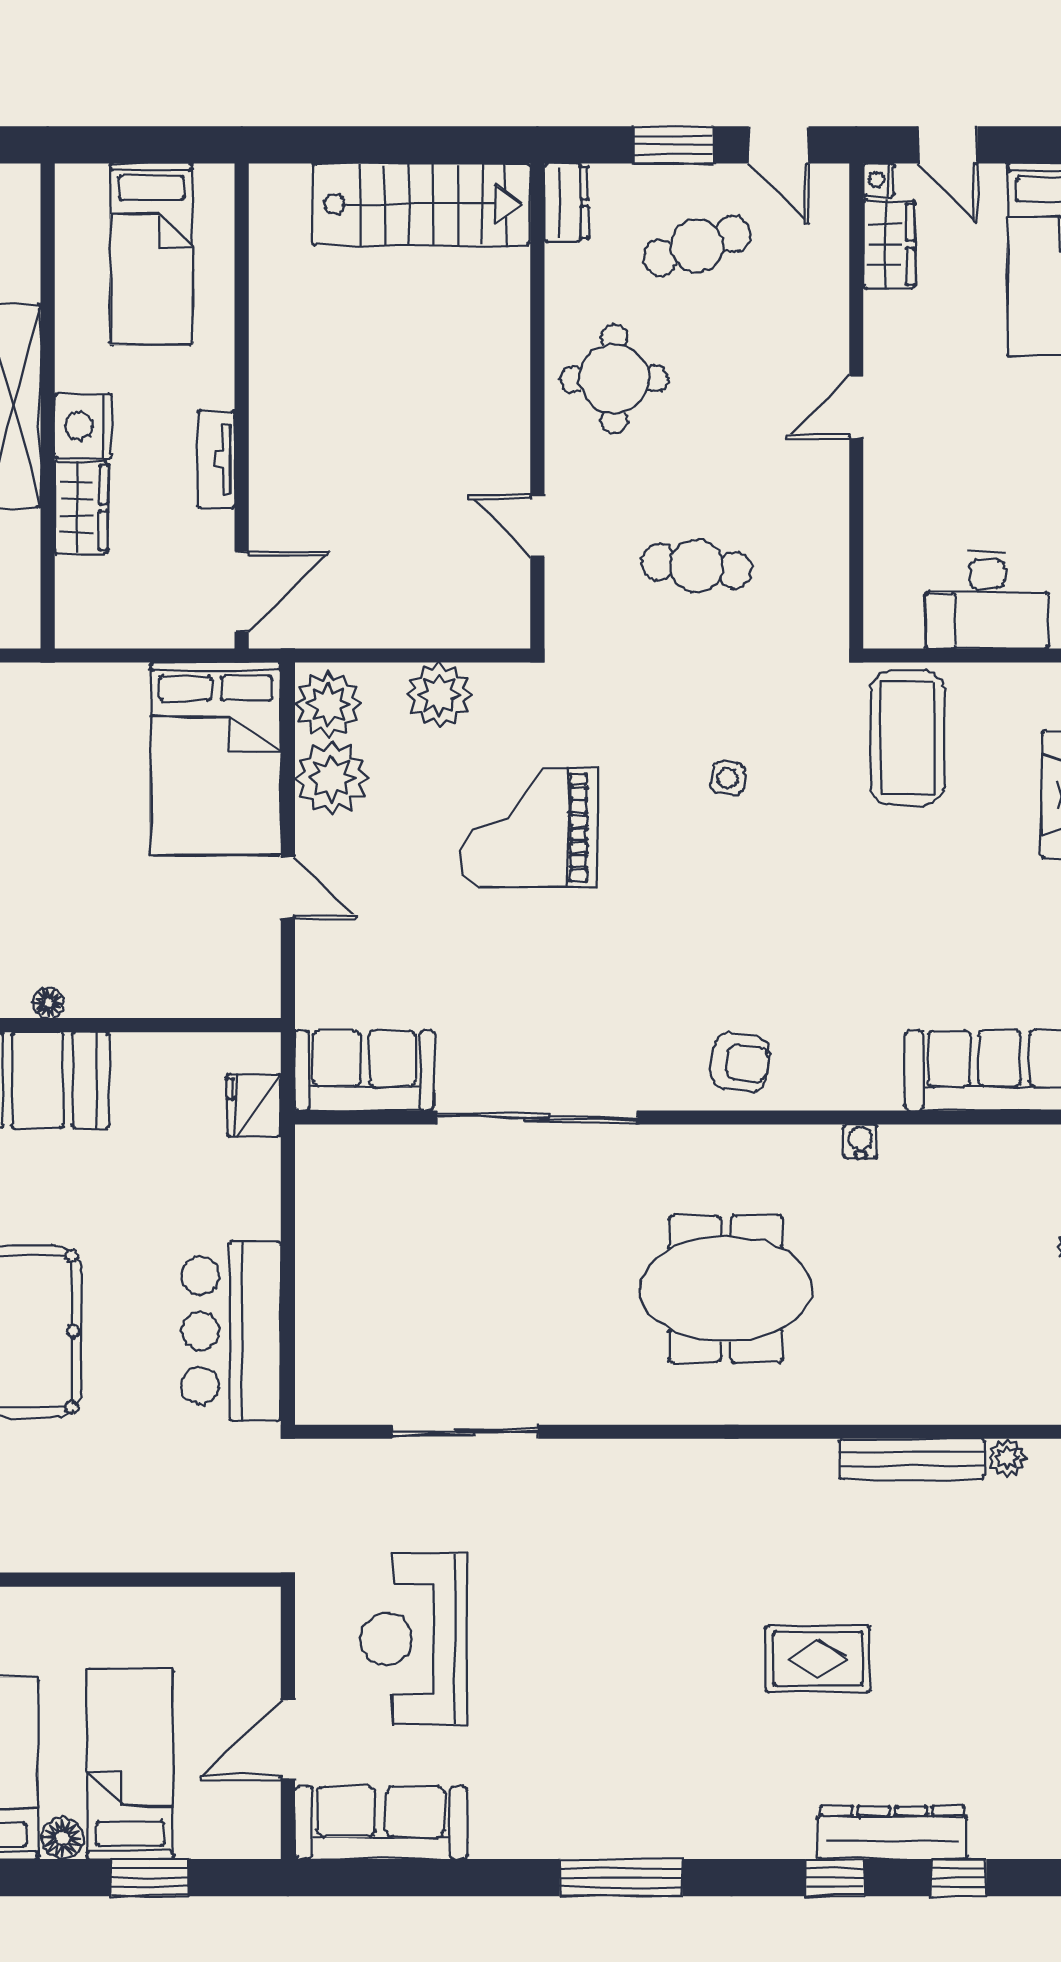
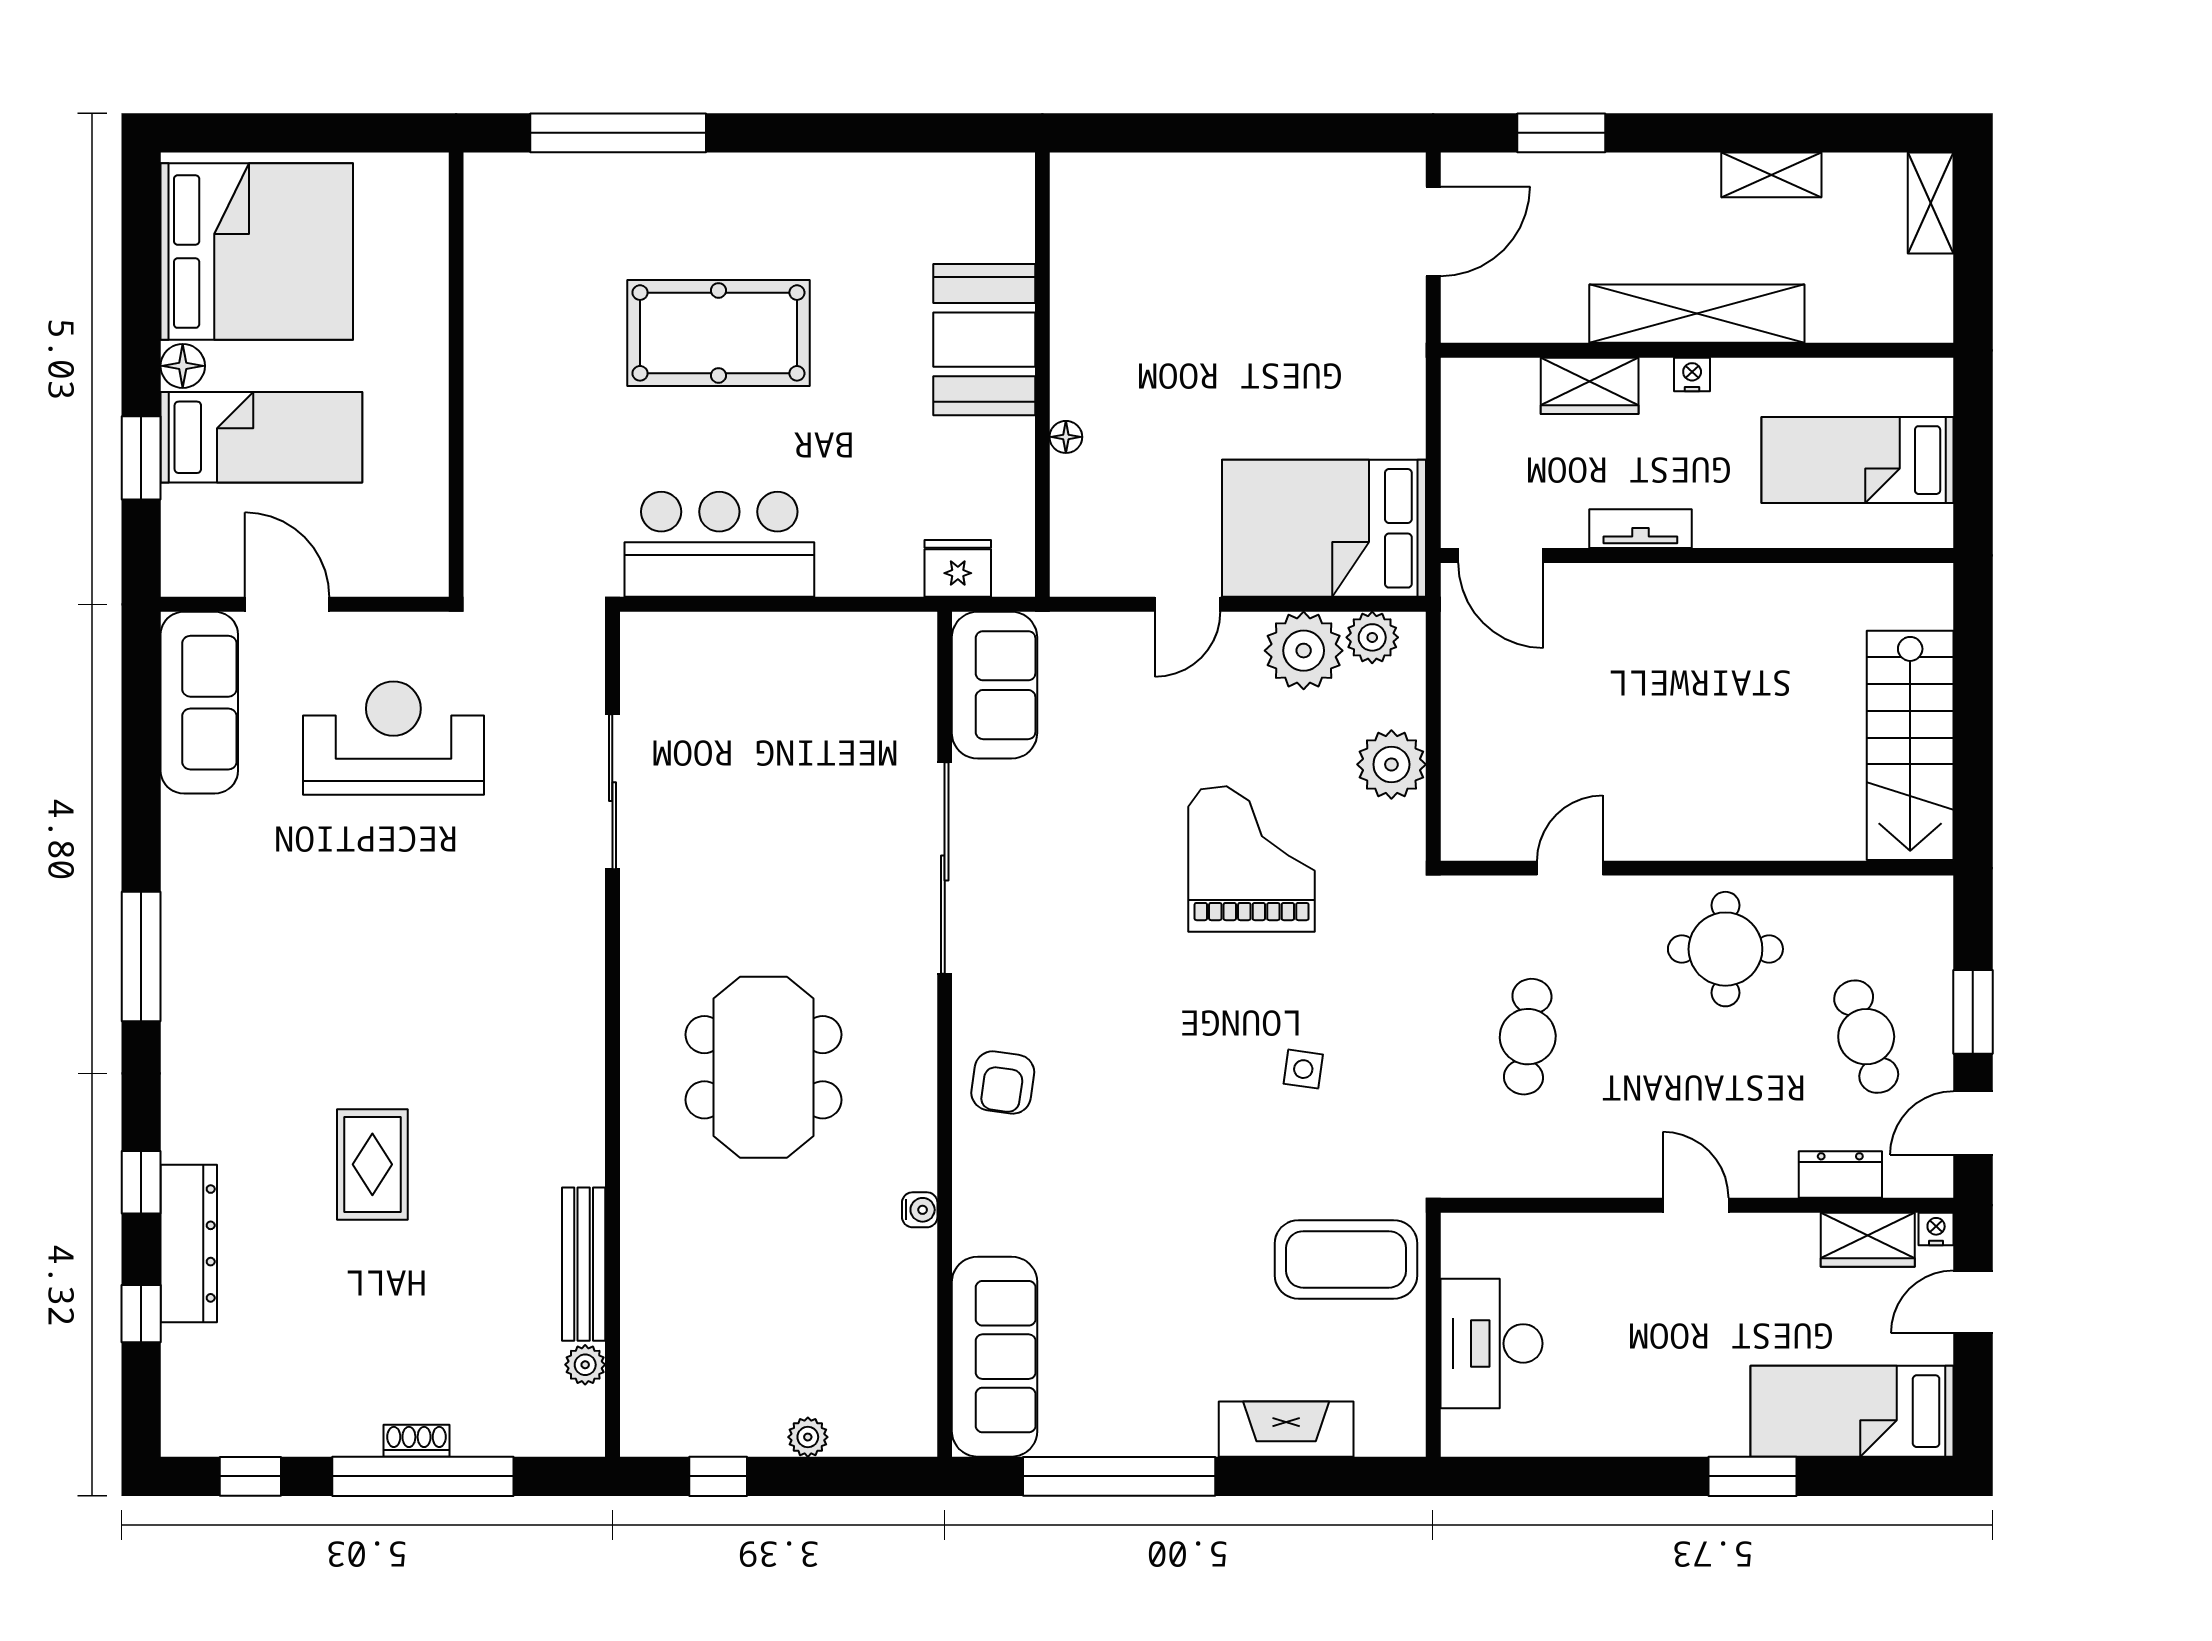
dresser: (566, 203) -> (1840, 1175), moved, turned 180
nightstand: (83, 426) -> (1692, 375), width x0.53, depth x0.56
plant: (328, 704) -> (1372, 637), width x0.73, depth x0.73
floor lamp: (48, 1003) -> (1066, 437), moved

